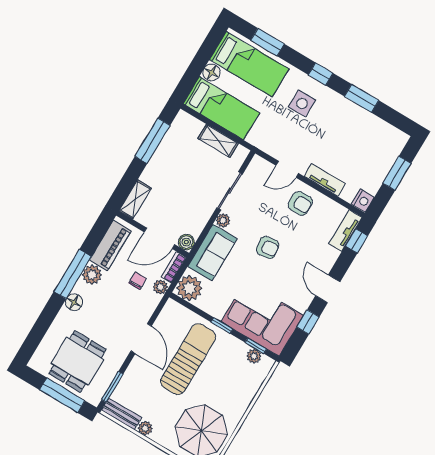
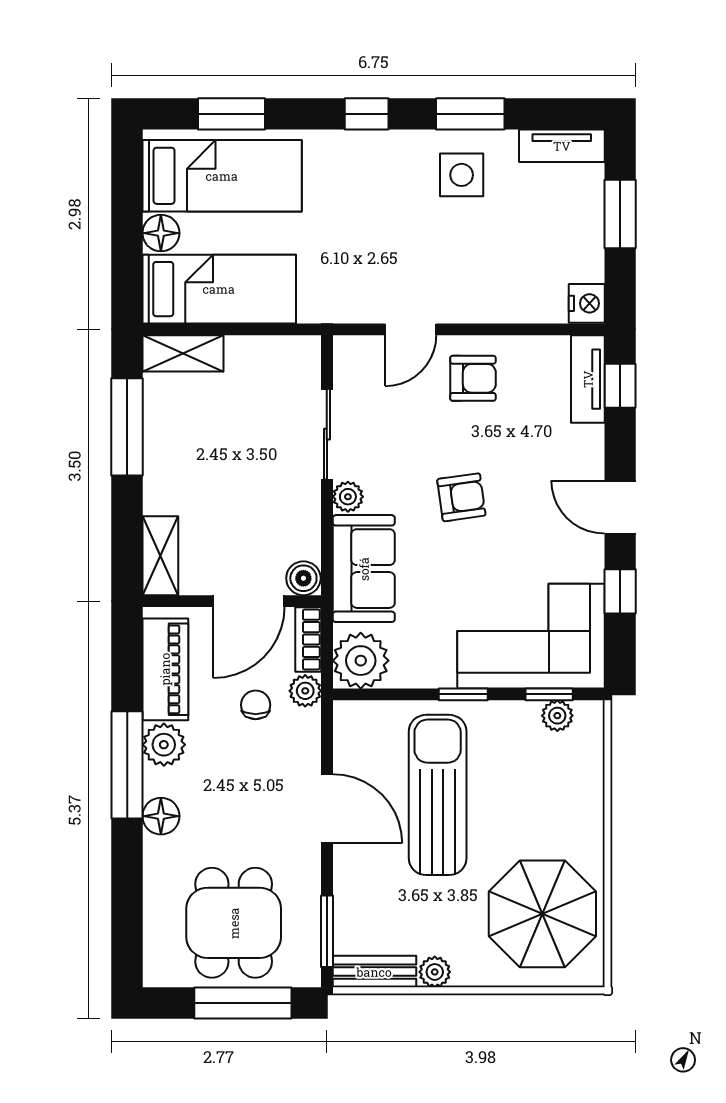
side table: (302, 103) -> (462, 175), moved
shelving: (218, 141) -> (183, 353), moved
tv unit: (325, 180) -> (562, 146), moved, turned 180

